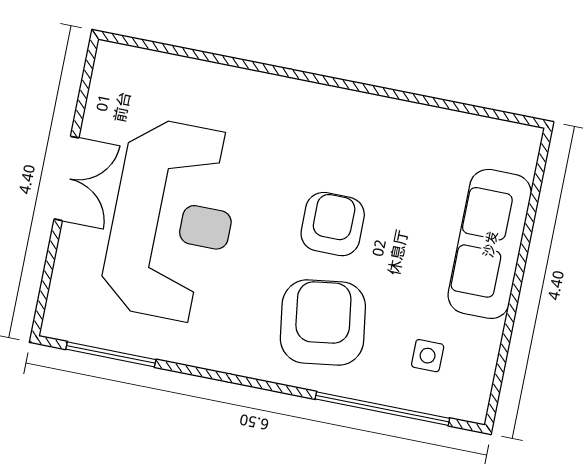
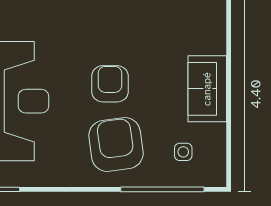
sofa: (490, 244) -> (207, 89), width x0.73

